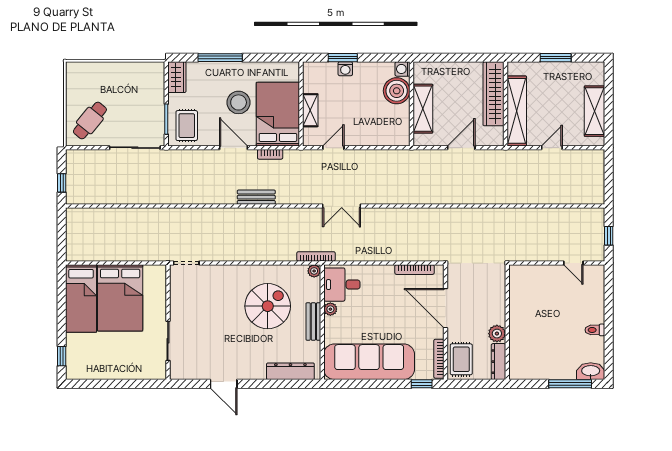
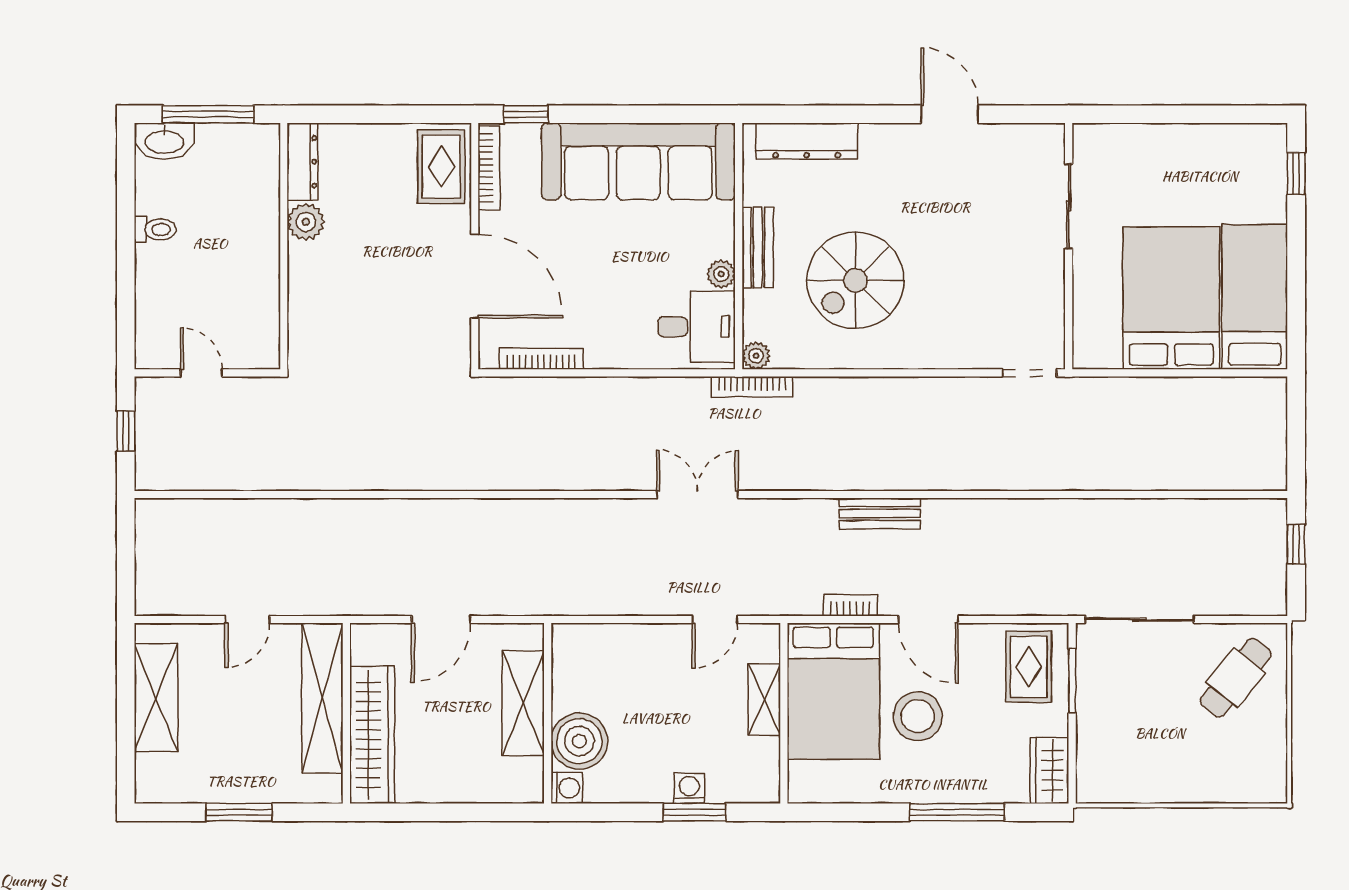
wall: (507, 322) -> (284, 246), moved
plant: (497, 334) -> (306, 222), moved
dresser: (499, 362) -> (302, 162), moved

